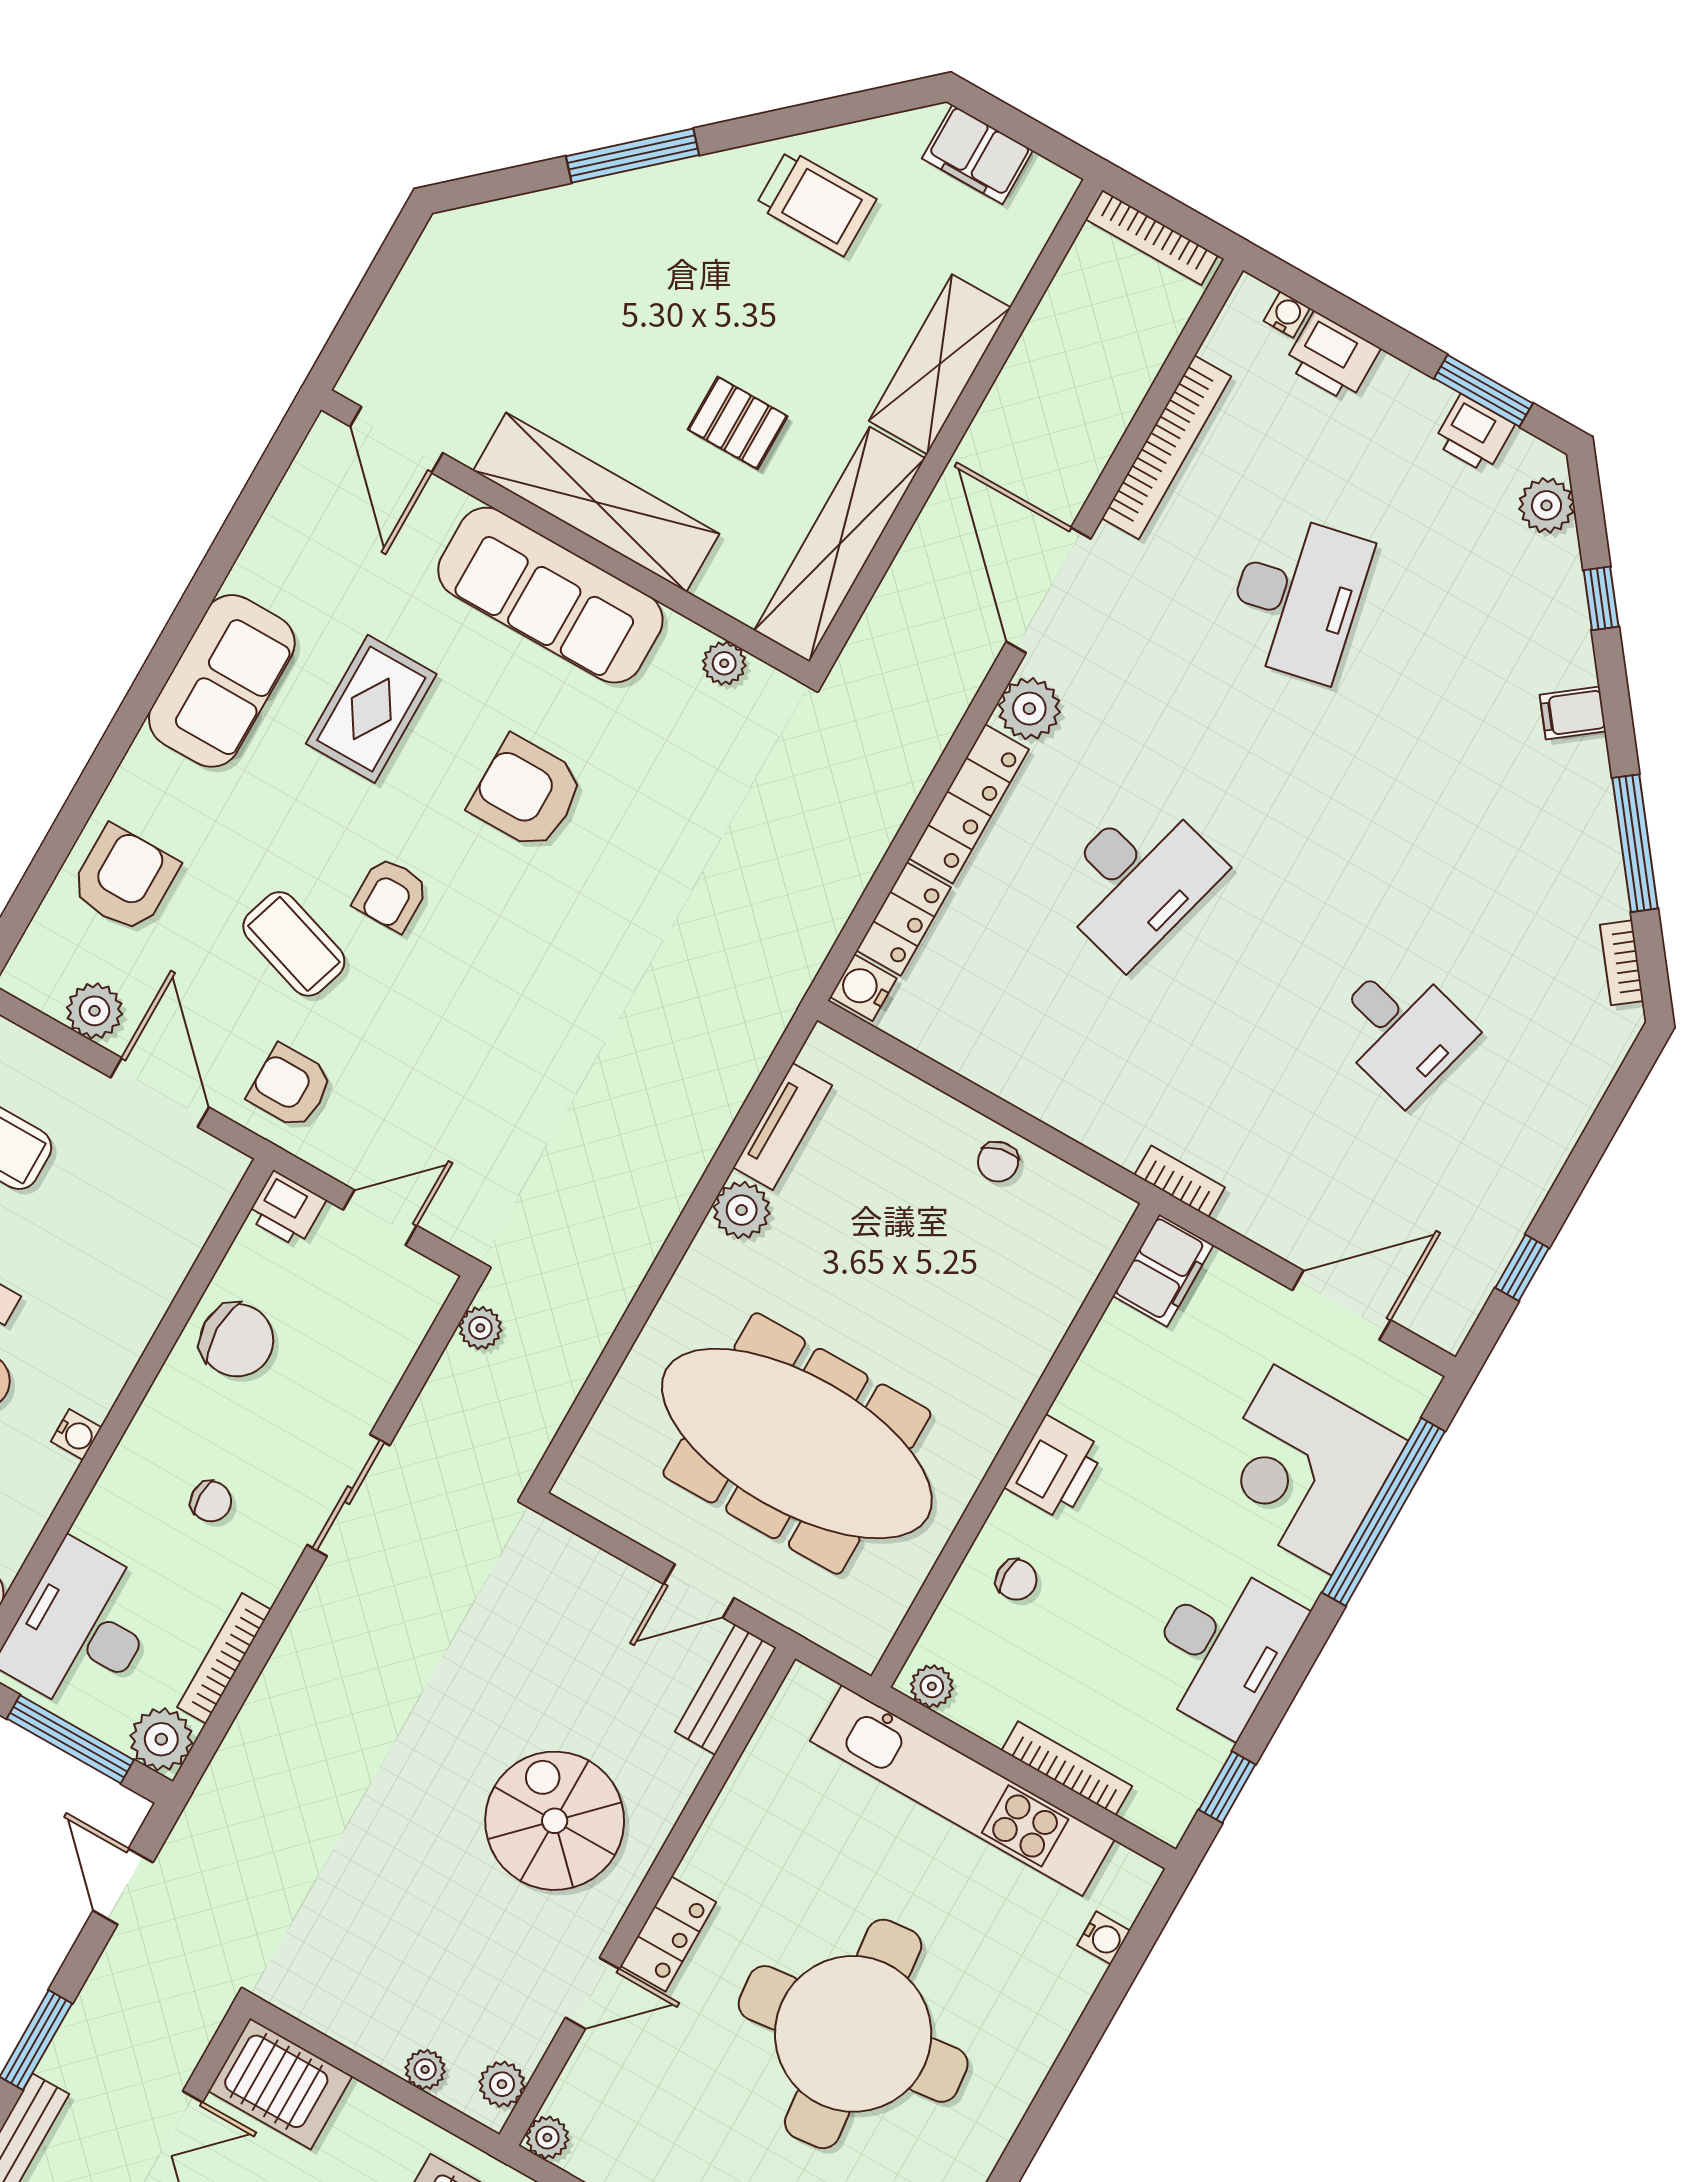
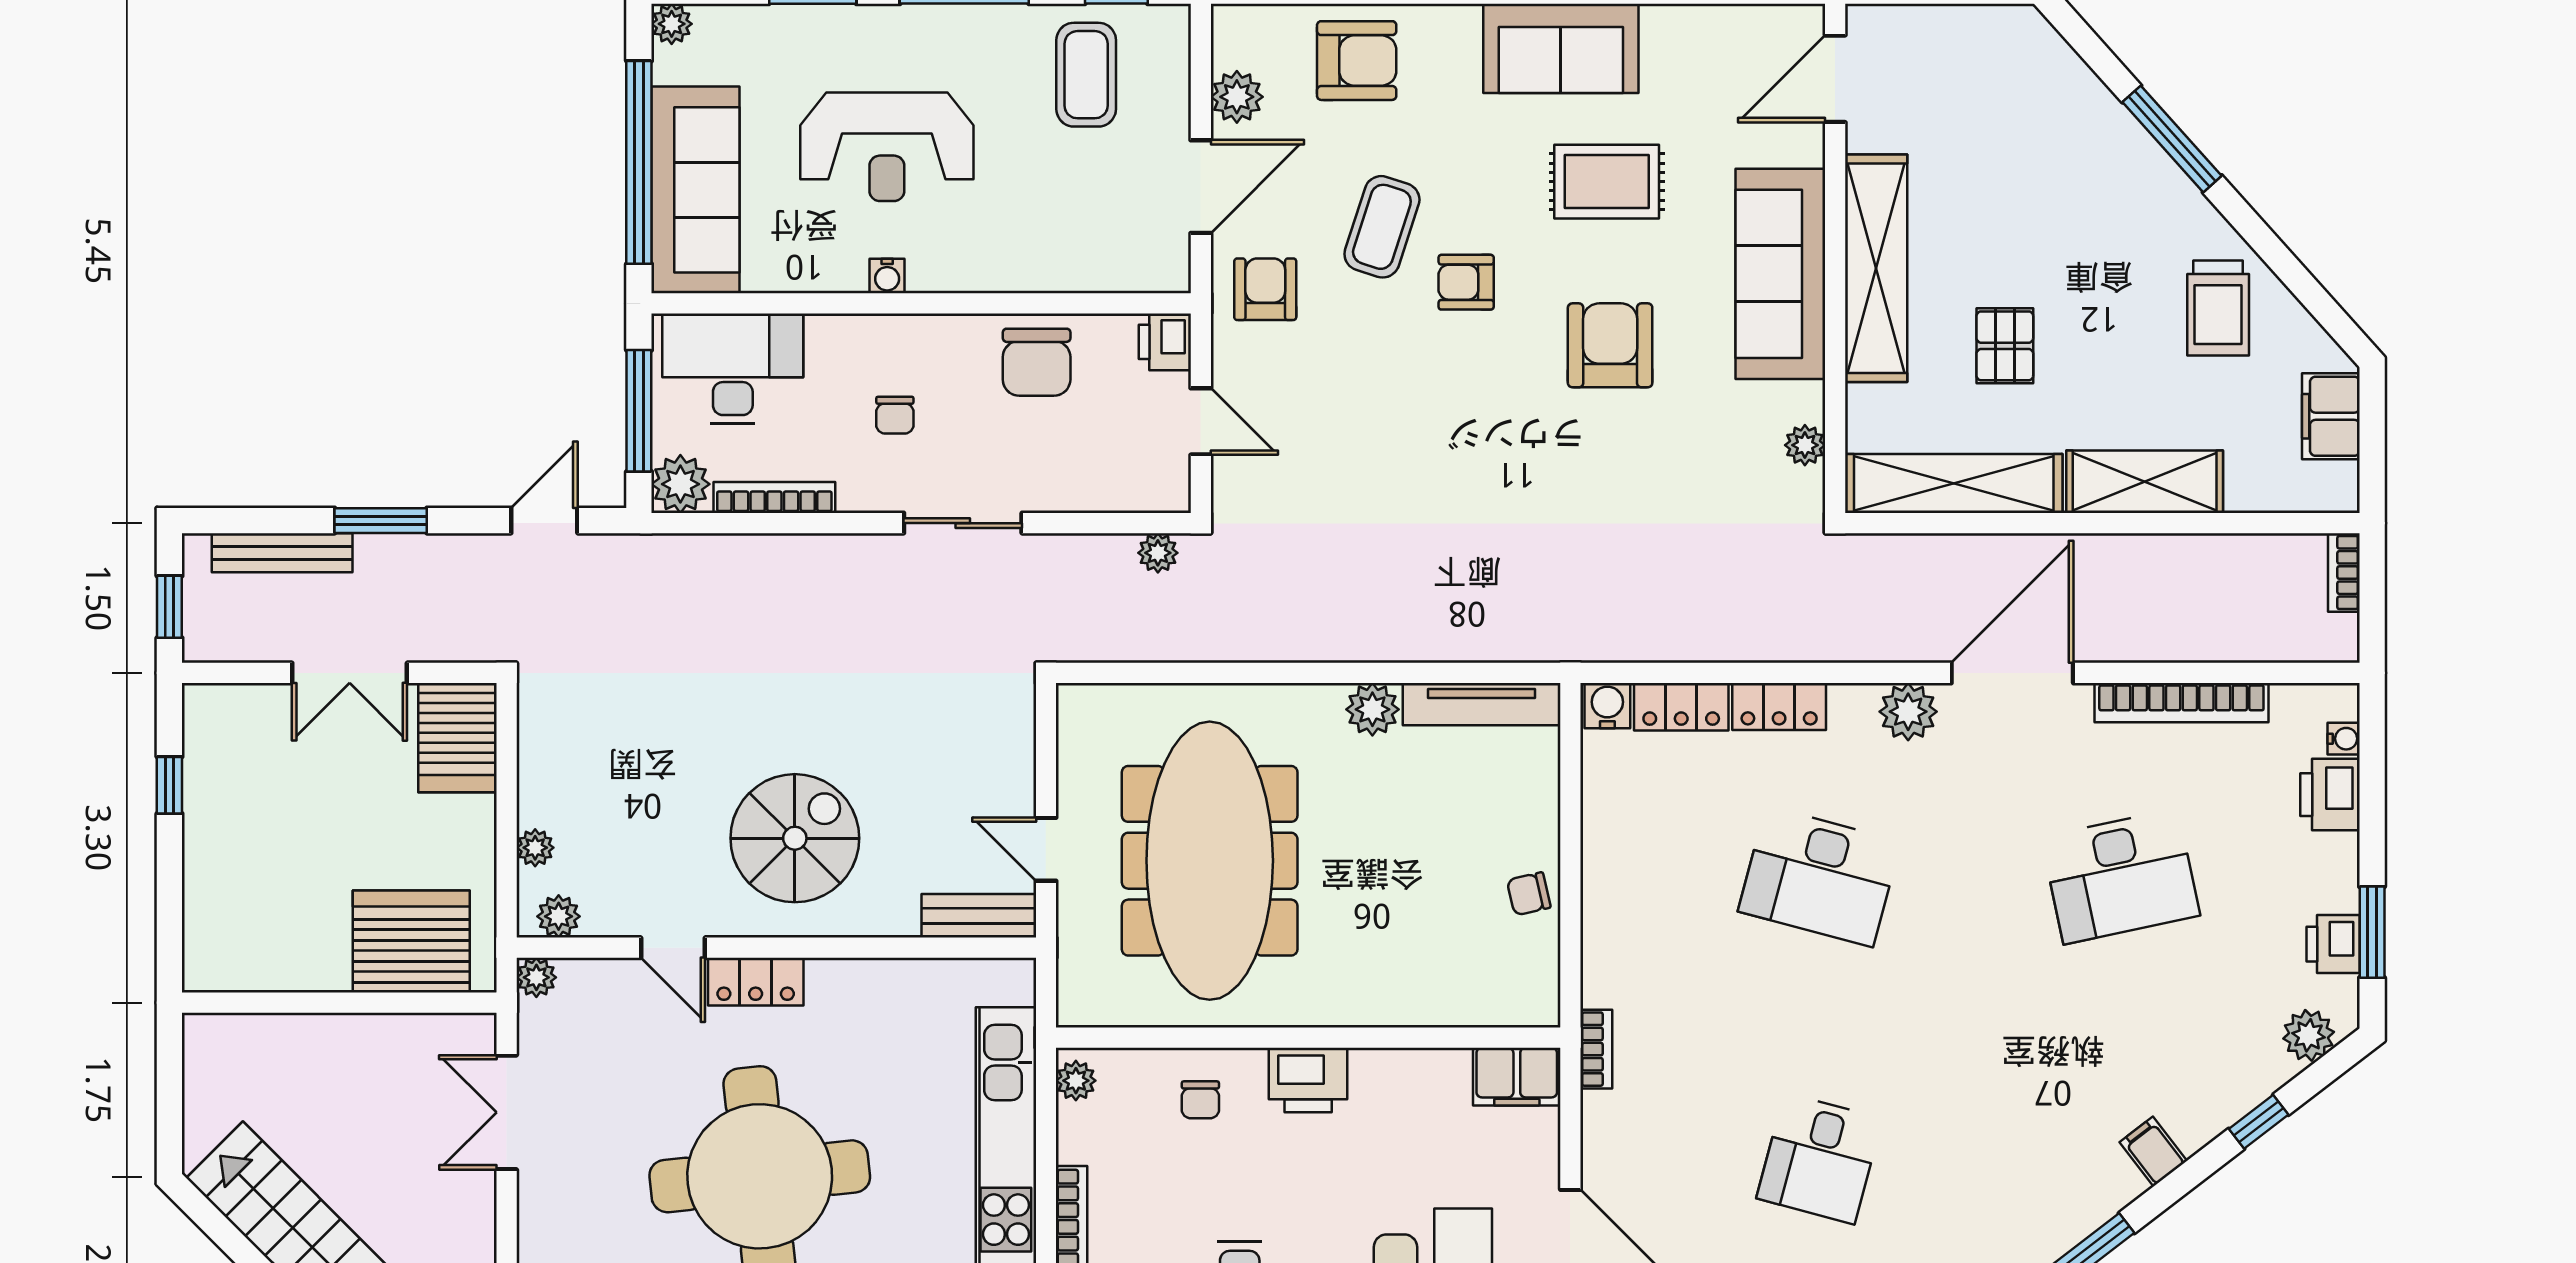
bookcase: (1152, 237) -> (2344, 573), width x0.64
locker: (969, 804) -> (1779, 707), width x0.66
tv unit: (783, 1126) -> (1481, 704), width x1.41

